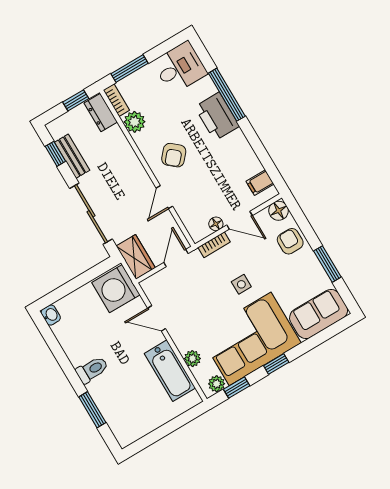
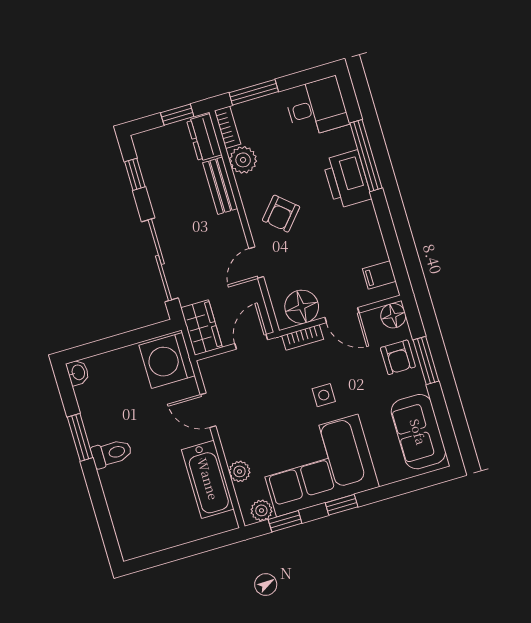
bench: (72, 156) -> (220, 186), moved
floor lamp: (216, 224) -> (302, 307), width x1.89, depth x1.89
armchair: (290, 241) -> (398, 357), turned 180
window: (327, 264) -> (426, 361), moved
sofa: (319, 314) -> (418, 432), moved, turned -90
window: (92, 410) -> (80, 437), moved

